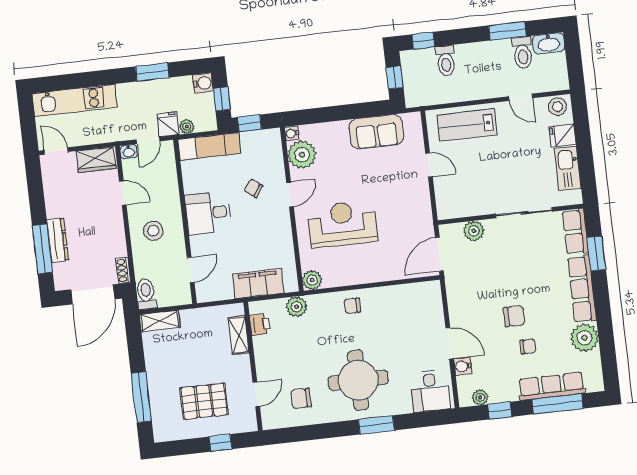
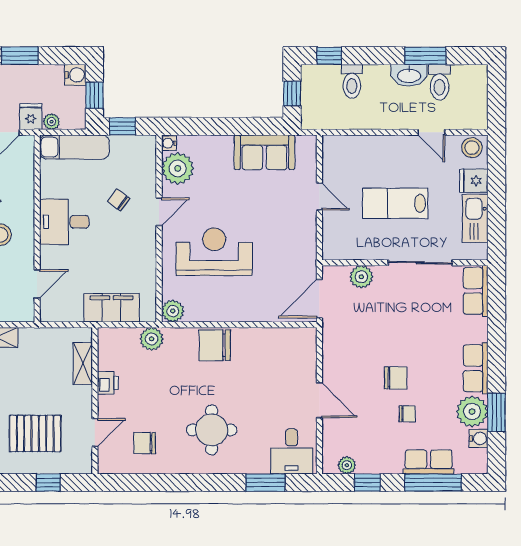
washbasin: (549, 43) -> (409, 75), moved
lab bench: (467, 125) -> (395, 203), moved
window: (596, 253) -> (496, 412), moved
row of seats: (582, 289) -> (476, 368), width x0.68
chair: (352, 306) -> (215, 345), width x1.87, depth x1.87
printer: (260, 324) -> (108, 383), moved
water cooler: (463, 366) -> (479, 438), moved, turned 180
round table: (358, 380) -> (212, 430), width x0.73, depth x0.73
row of seats: (552, 386) -> (429, 462), width x0.68
window: (376, 425) -> (265, 483), moved

